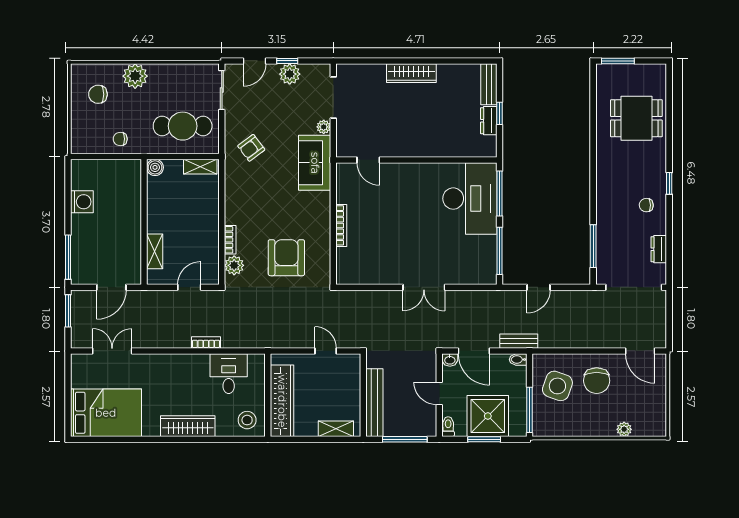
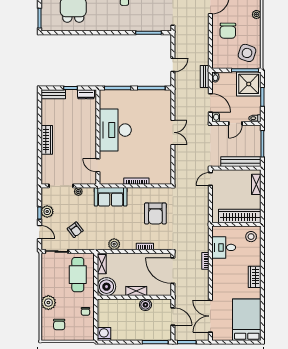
dresser: (489, 121) -> (86, 94), moved
armchair: (251, 148) -> (75, 230), moved
door: (368, 160) -> (98, 165), swing flipped
sofa: (315, 163) -> (111, 197), moved
boiler: (155, 167) -> (106, 287), width x1.86, depth x1.86
desk: (470, 199) -> (115, 130), moved, turned -90
washing machine: (82, 202) -> (104, 334), moved
boiler: (131, 241) -> (145, 305), added
shelving: (155, 251) -> (136, 291), moved
armchair: (286, 258) -> (155, 213), turned -90
plant: (234, 265) -> (114, 244), moved
door: (189, 287) -> (173, 271), width x1.87
door: (539, 287) -> (173, 65), hinge flipped
double door: (112, 351) -> (210, 316), width x1.37
door: (326, 351) -> (210, 179), moved
door: (474, 351) -> (210, 103), hinge flipped
chair: (597, 381) -> (228, 31), turned 91
side table: (557, 386) -> (247, 53), moved
shower: (488, 416) -> (249, 84), moved
wardrobe: (188, 426) -> (255, 277), width x0.67

